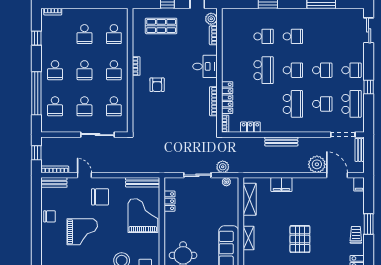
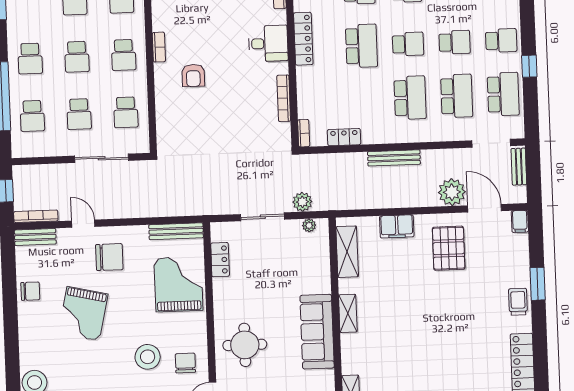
locker: (227, 98) -> (303, 39), moved
school desk: (322, 104) -> (457, 96), width x1.85
grand piano: (82, 232) -> (83, 314), turned 103
pallet: (300, 239) -> (449, 248), moved

